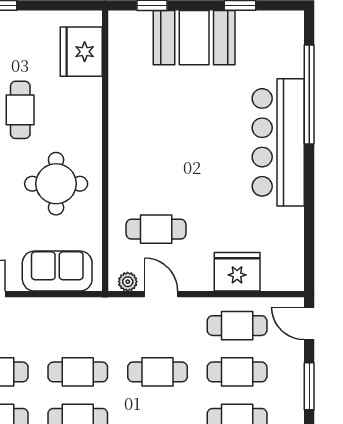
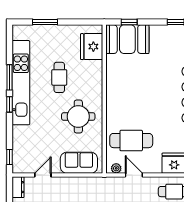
booth: (194, 38) -> (127, 39), moved
cafe table: (156, 229) -> (131, 141), width x1.37, depth x1.35

